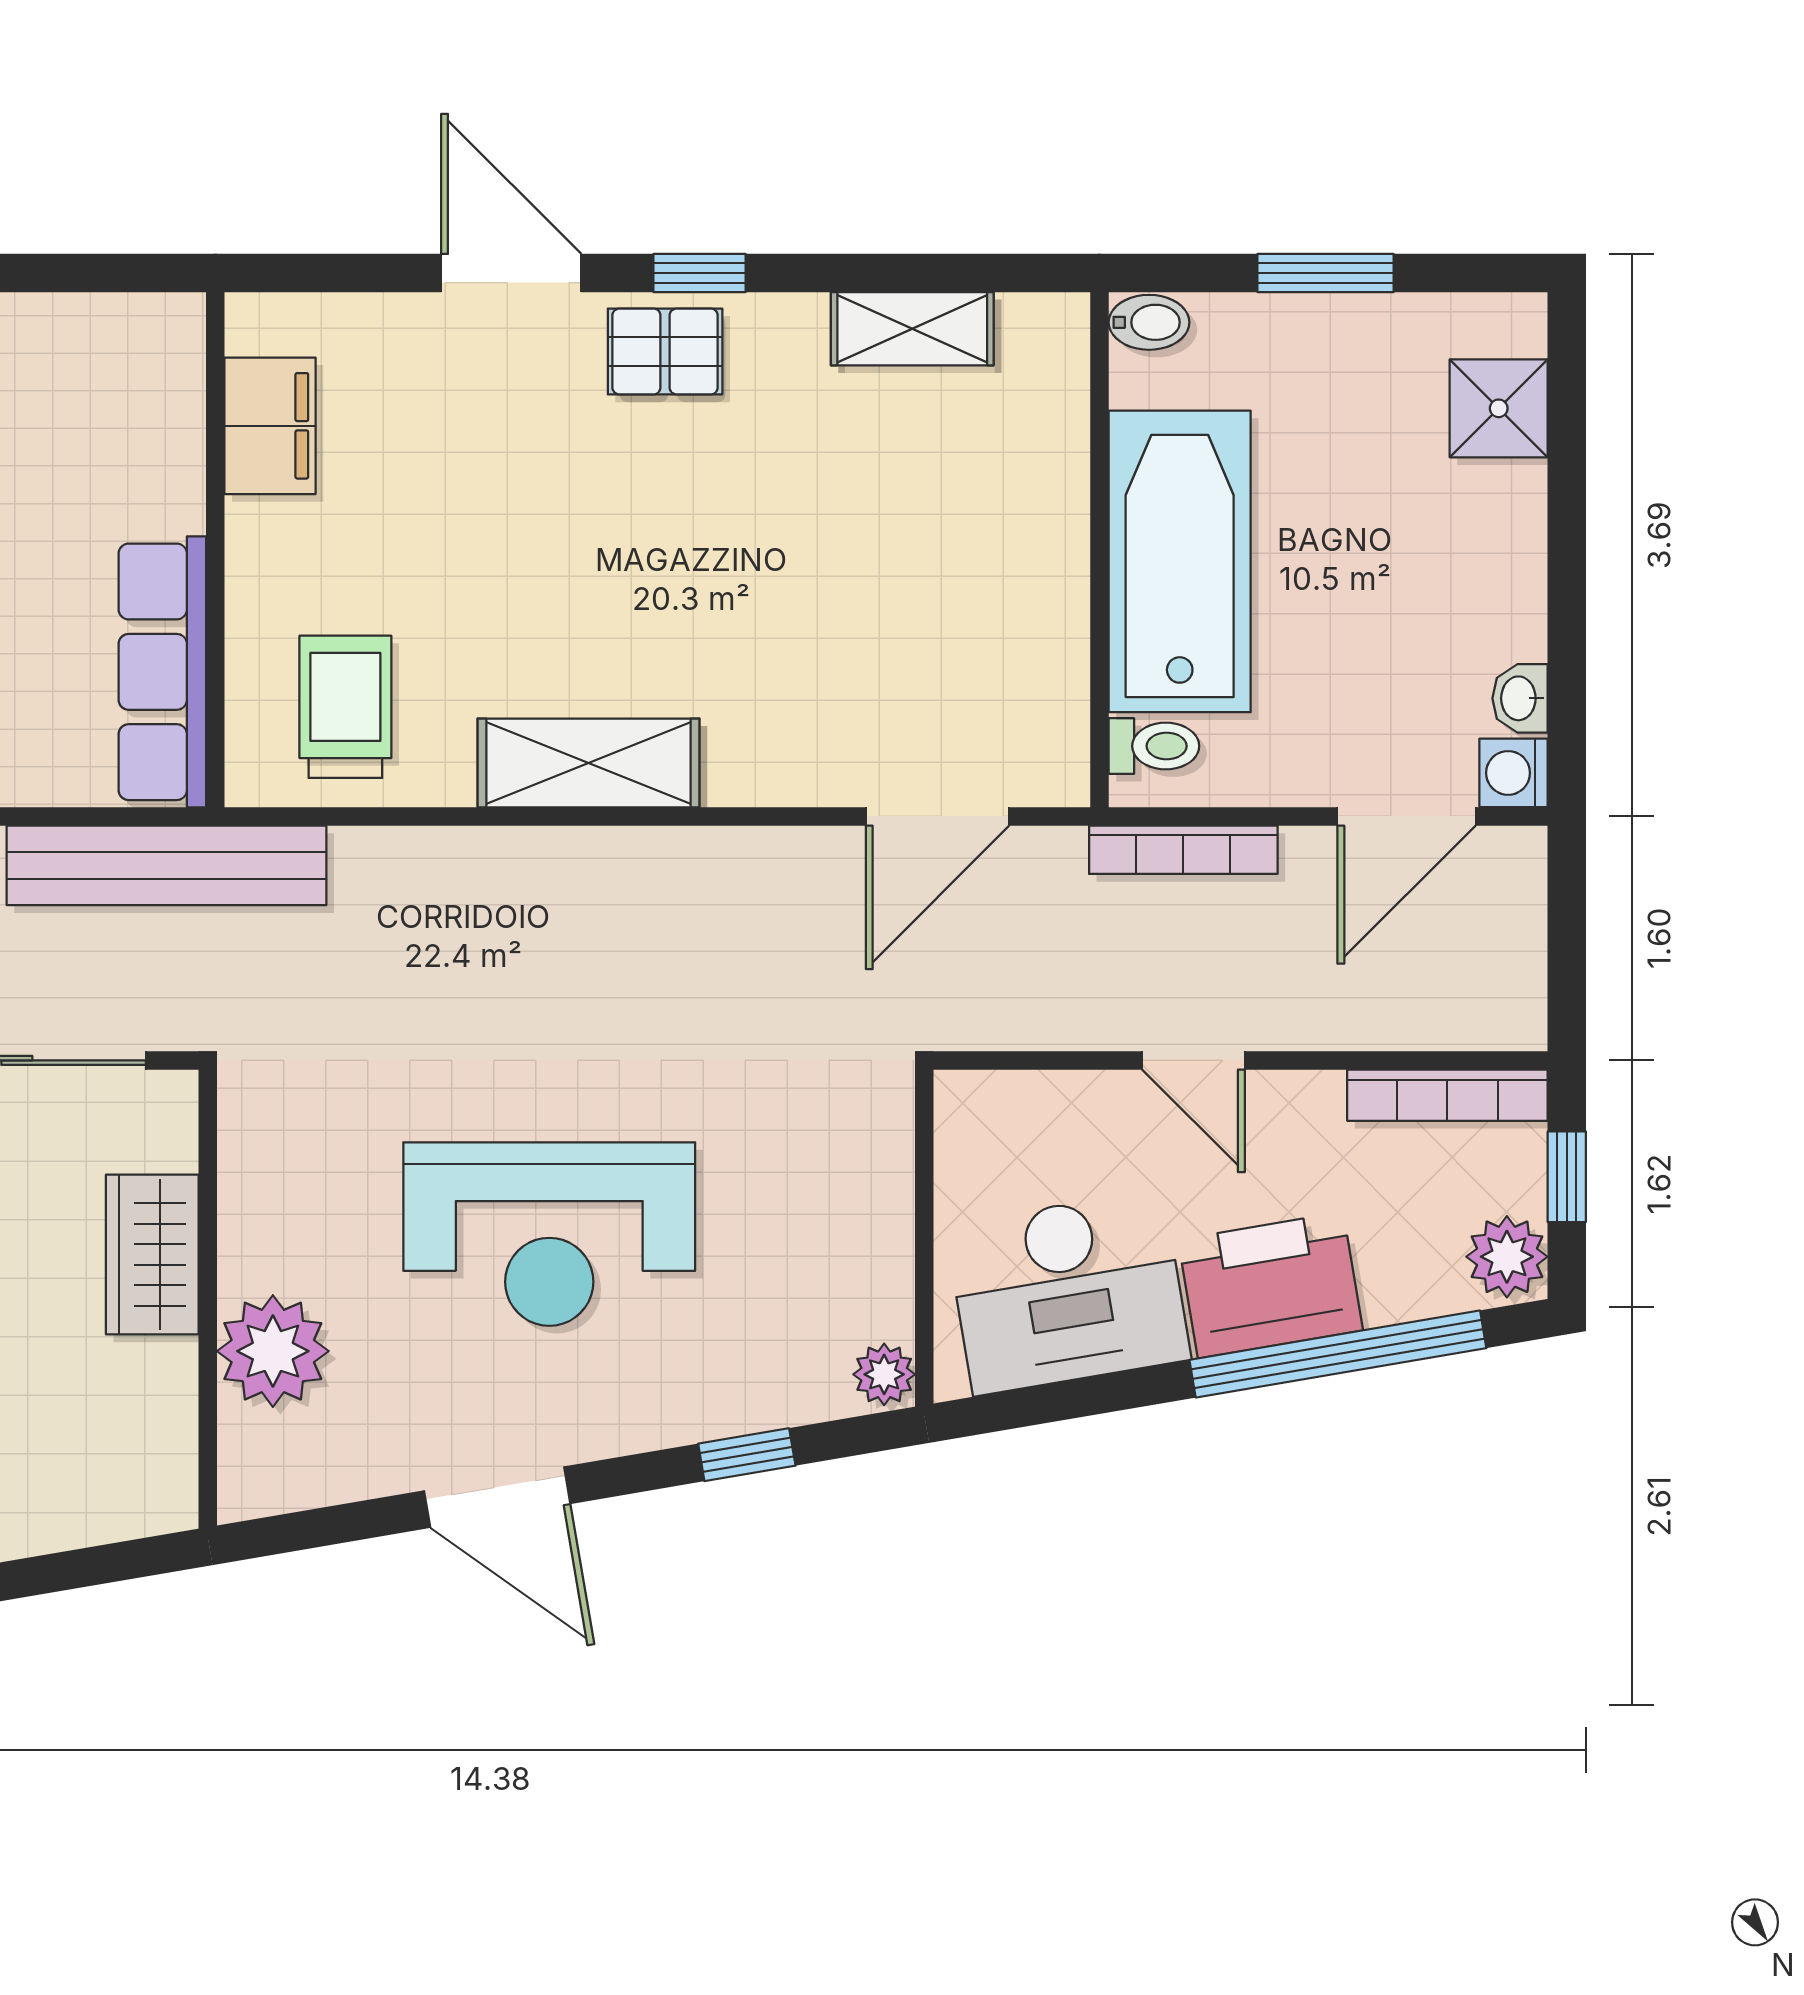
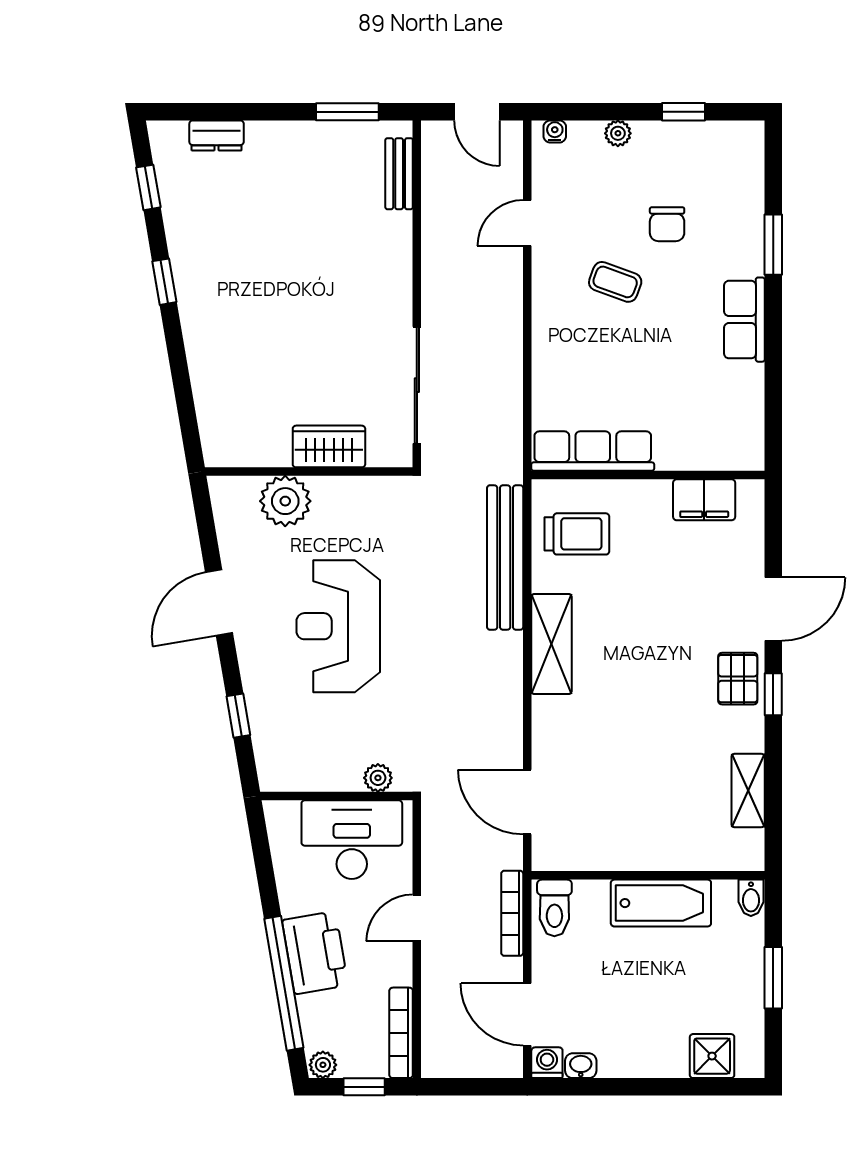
bathtub: (1180, 561) -> (661, 903), width x0.73, depth x0.73
toilet: (1154, 746) -> (554, 908), width x1.37, depth x1.39
bench: (167, 865) -> (505, 557), moved
plant: (1507, 1257) -> (323, 1065), width x0.73, depth x0.73
desk: (1068, 1292) -> (352, 840), moved, turned 100
plant: (884, 1374) -> (378, 778), moved

